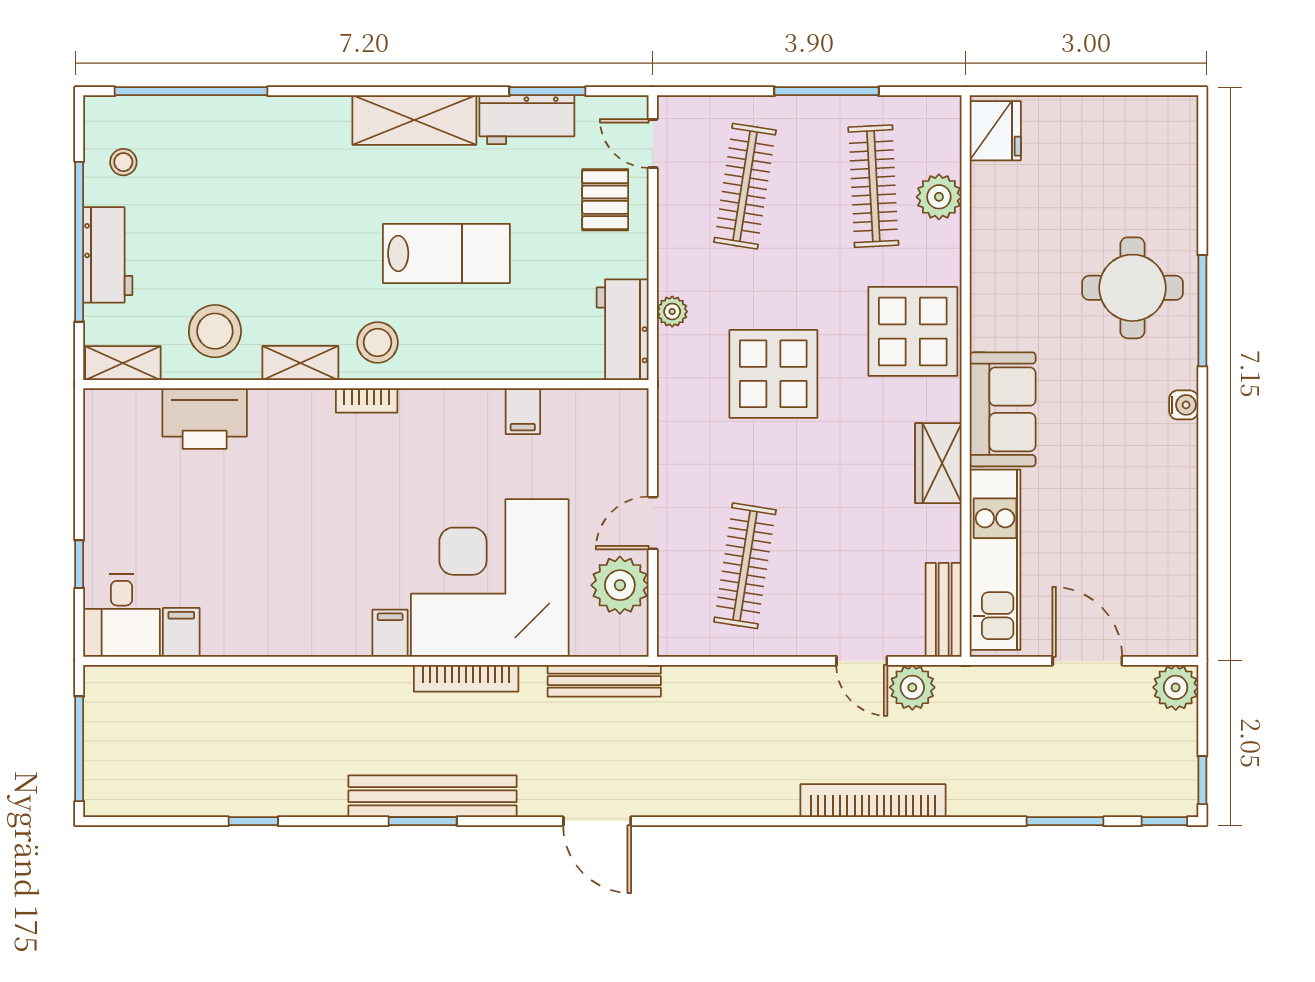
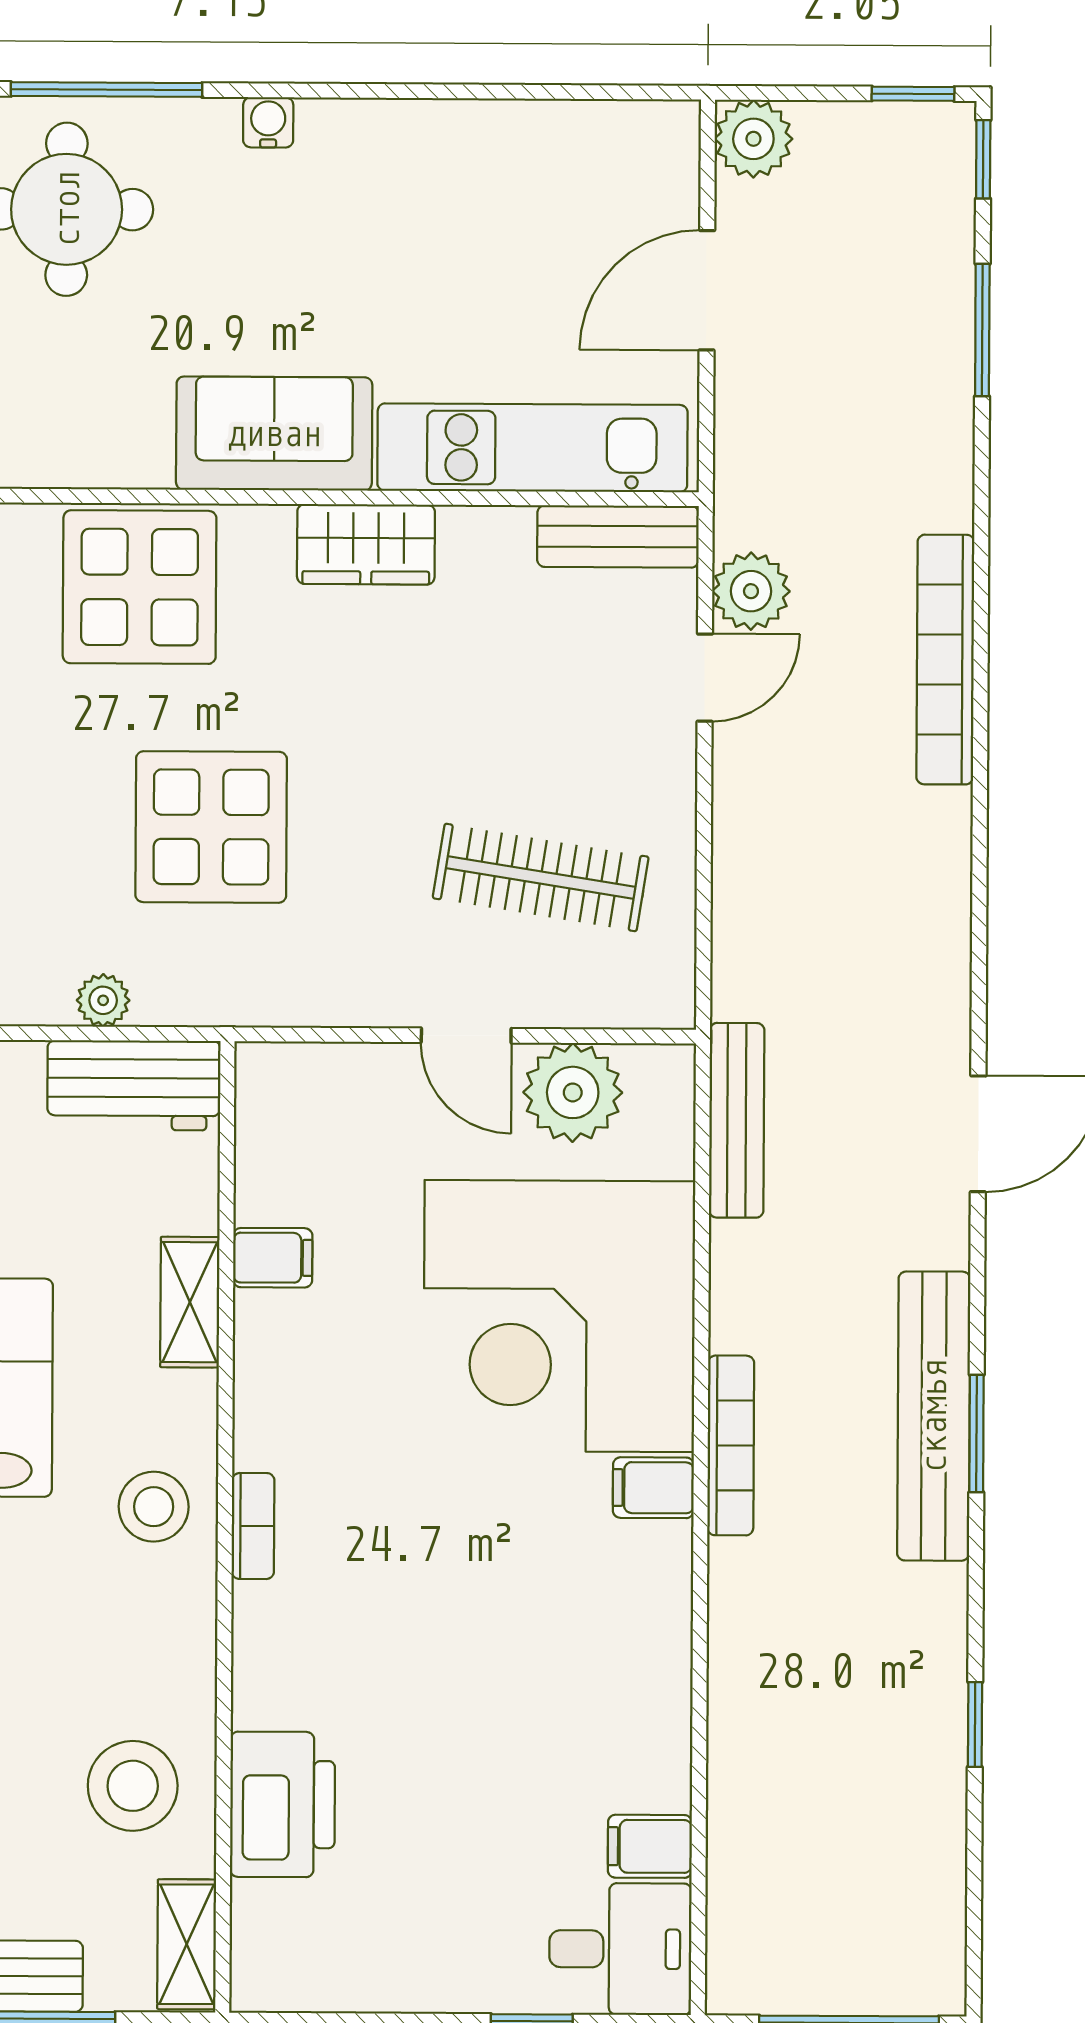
shelving: (300, 363) -> (190, 1302), moved
bookcase: (466, 678) -> (731, 1445), moved

